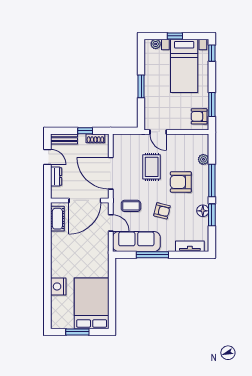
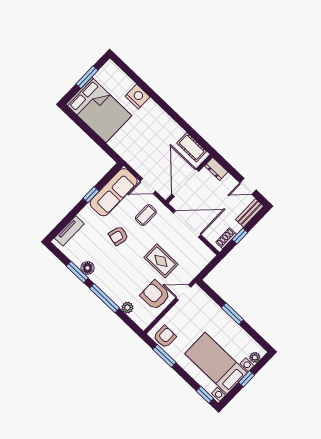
dresser: (56, 176) -> (216, 169), moved
armchair: (181, 182) -> (155, 295), moved, turned -90
window: (152, 255) -> (91, 195), width x0.46

